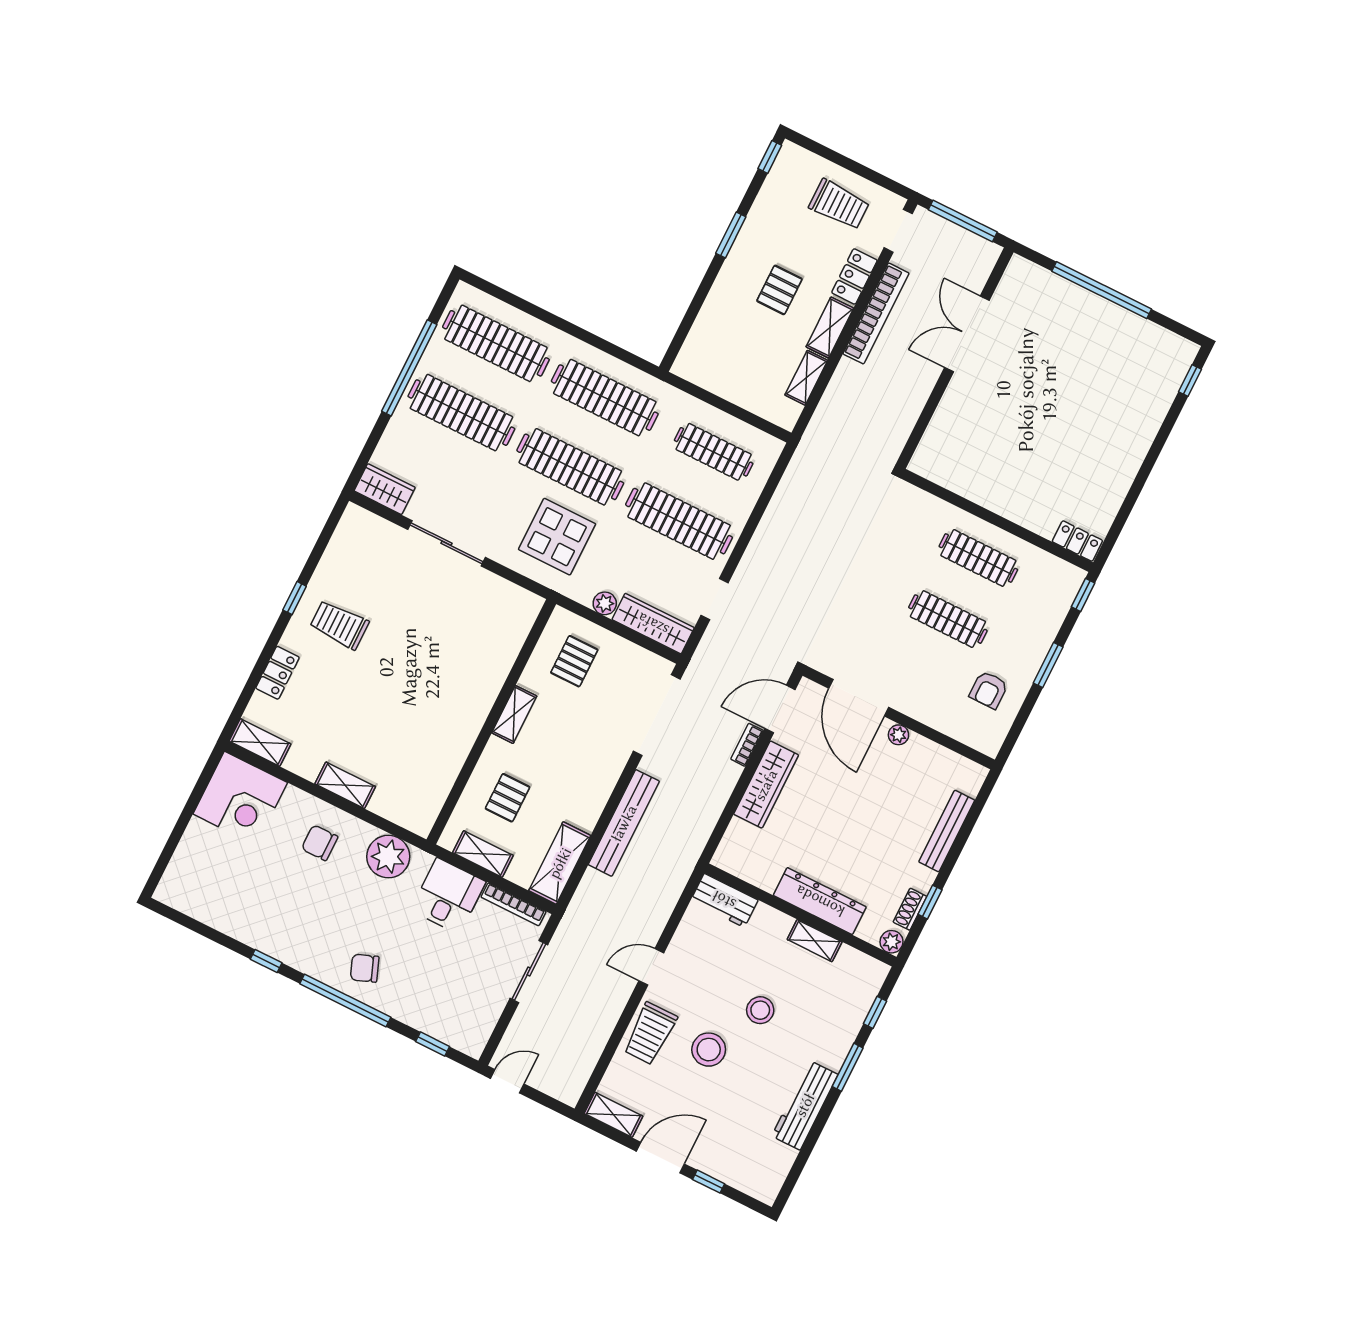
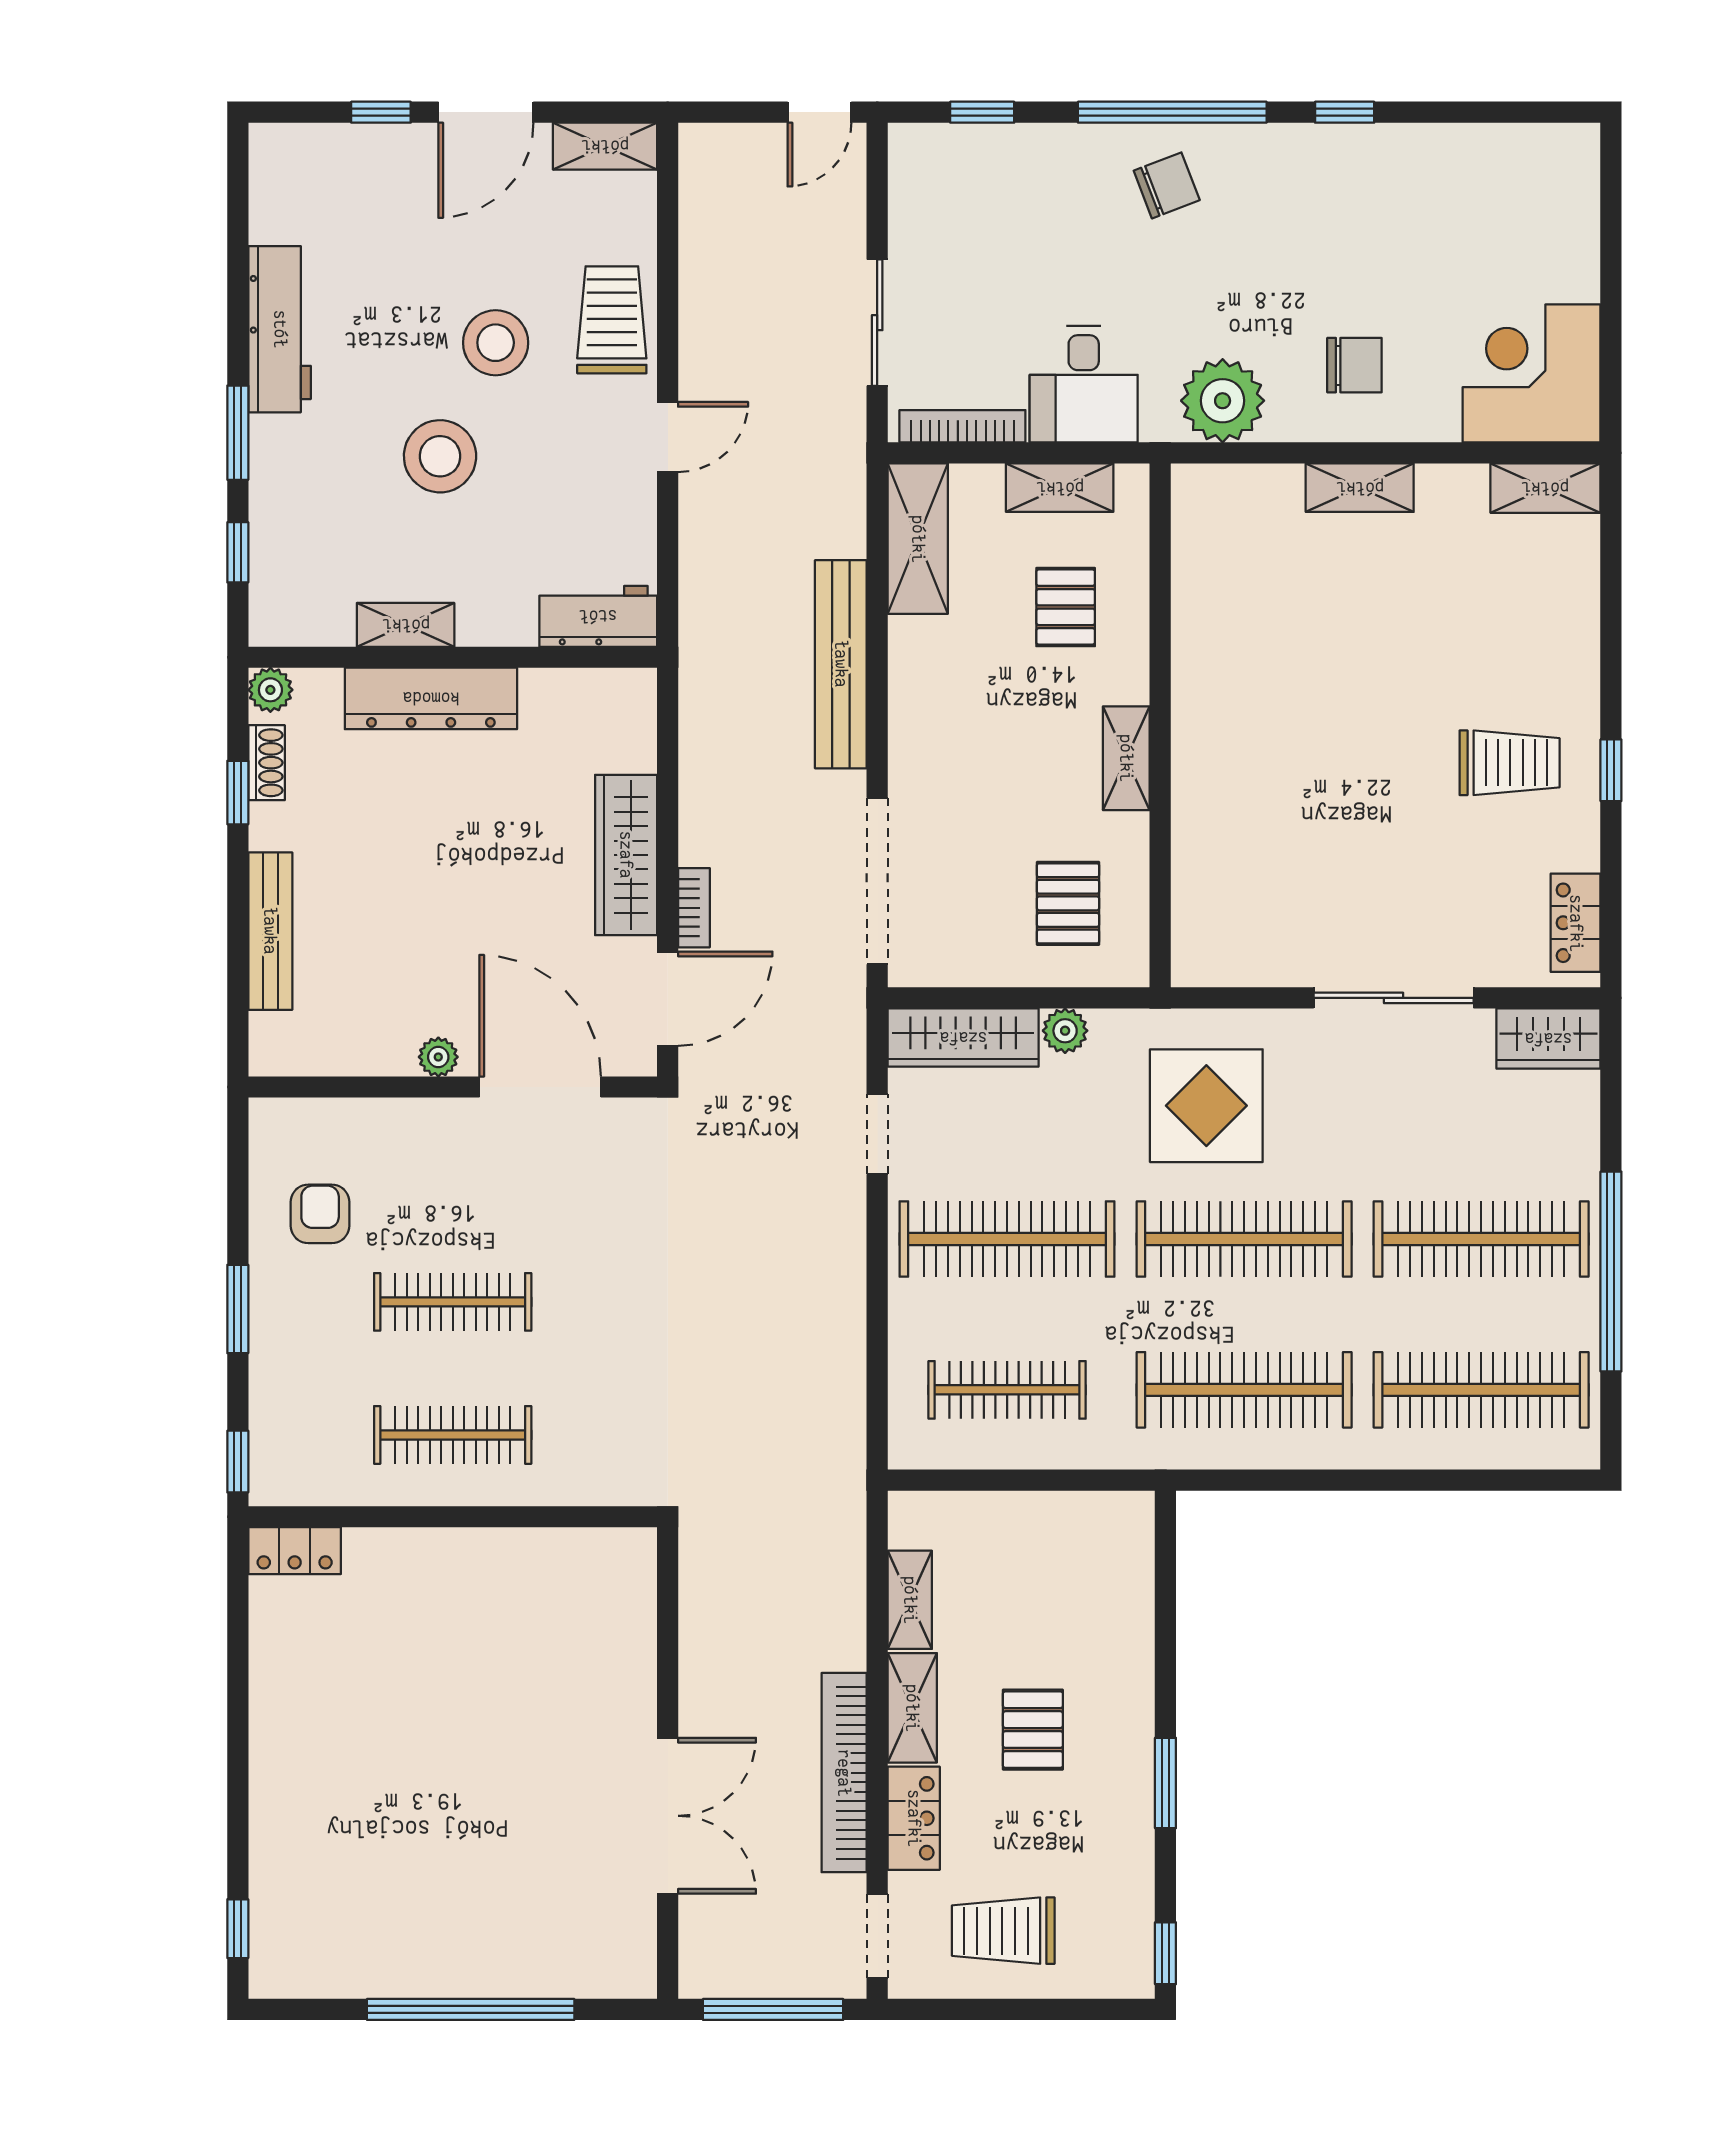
locker: (278, 673) -> (1576, 923), moved
stool: (760, 1010) -> (440, 456), width x1.38, depth x1.38

